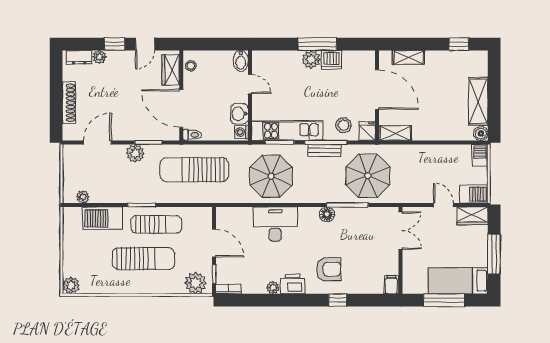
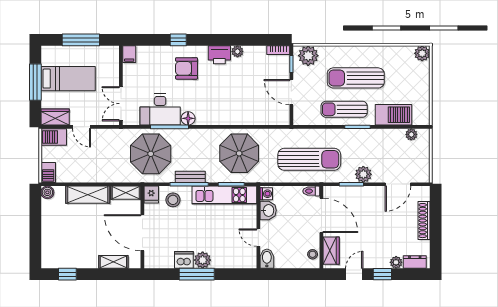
shelving: (478, 101) -> (88, 195), moved, turned 90
desk: (275, 224) -> (160, 110), moved
bed: (458, 281) -> (68, 79), moved

